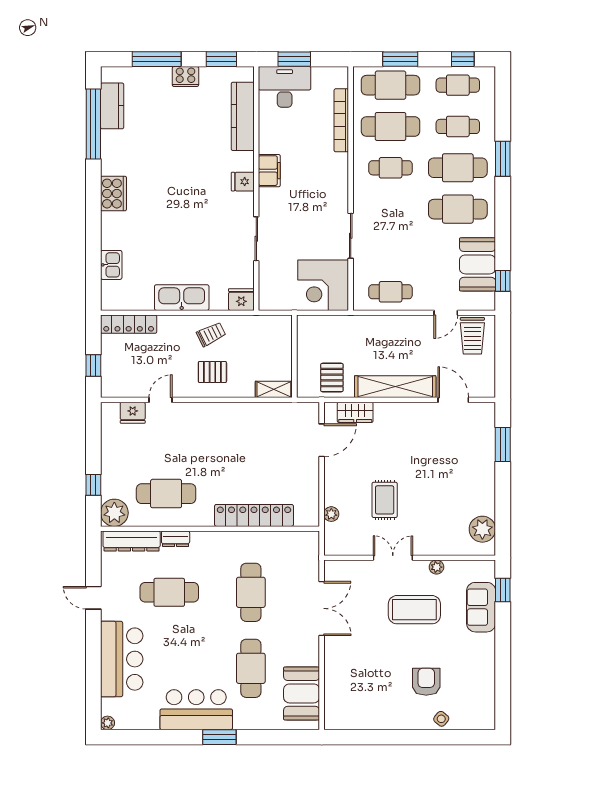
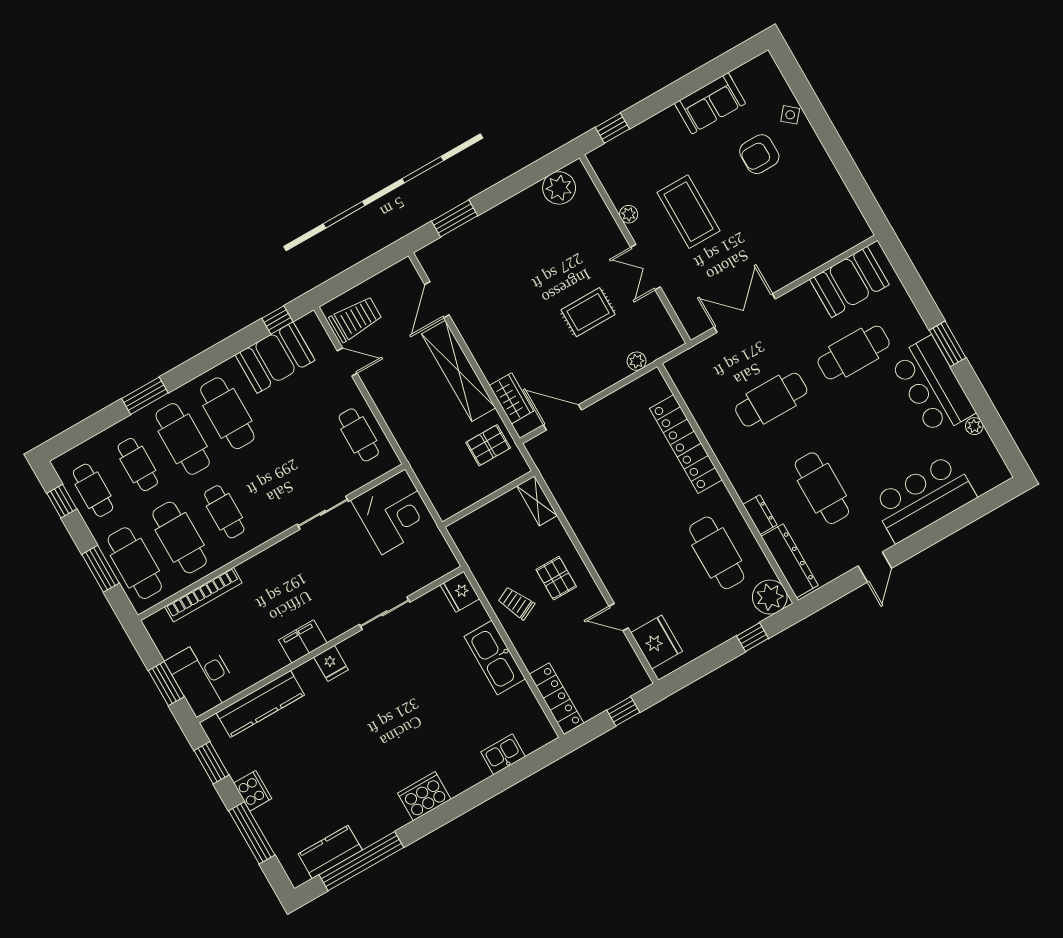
fridge: (133, 413) -> (657, 642), width x1.36, depth x1.34
sofa: (481, 607) -> (710, 103), moved
plant: (107, 723) -> (974, 426), moved

